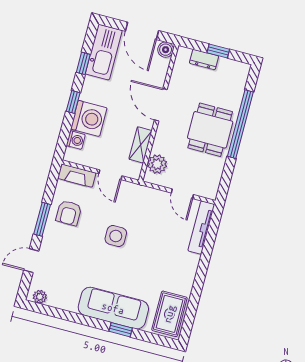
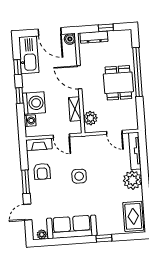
dresser: (204, 60) -> (94, 37), width x1.44
plant: (185, 265) -> (132, 180), added
sofa: (113, 308) -> (72, 227), moved

